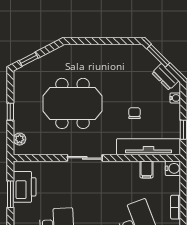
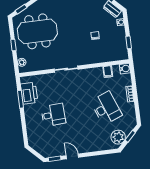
meeting table: (73, 103) -> (37, 31), moved
tv unit: (148, 147) -> (107, 56), removed

